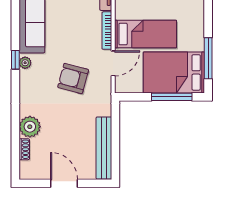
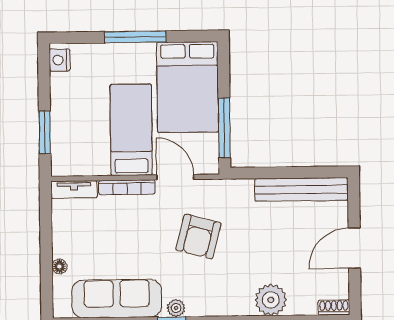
window: (208, 58) -> (135, 37), moved
window: (172, 97) -> (224, 128), moved
shoe rack: (24, 149) -> (334, 307), moved

